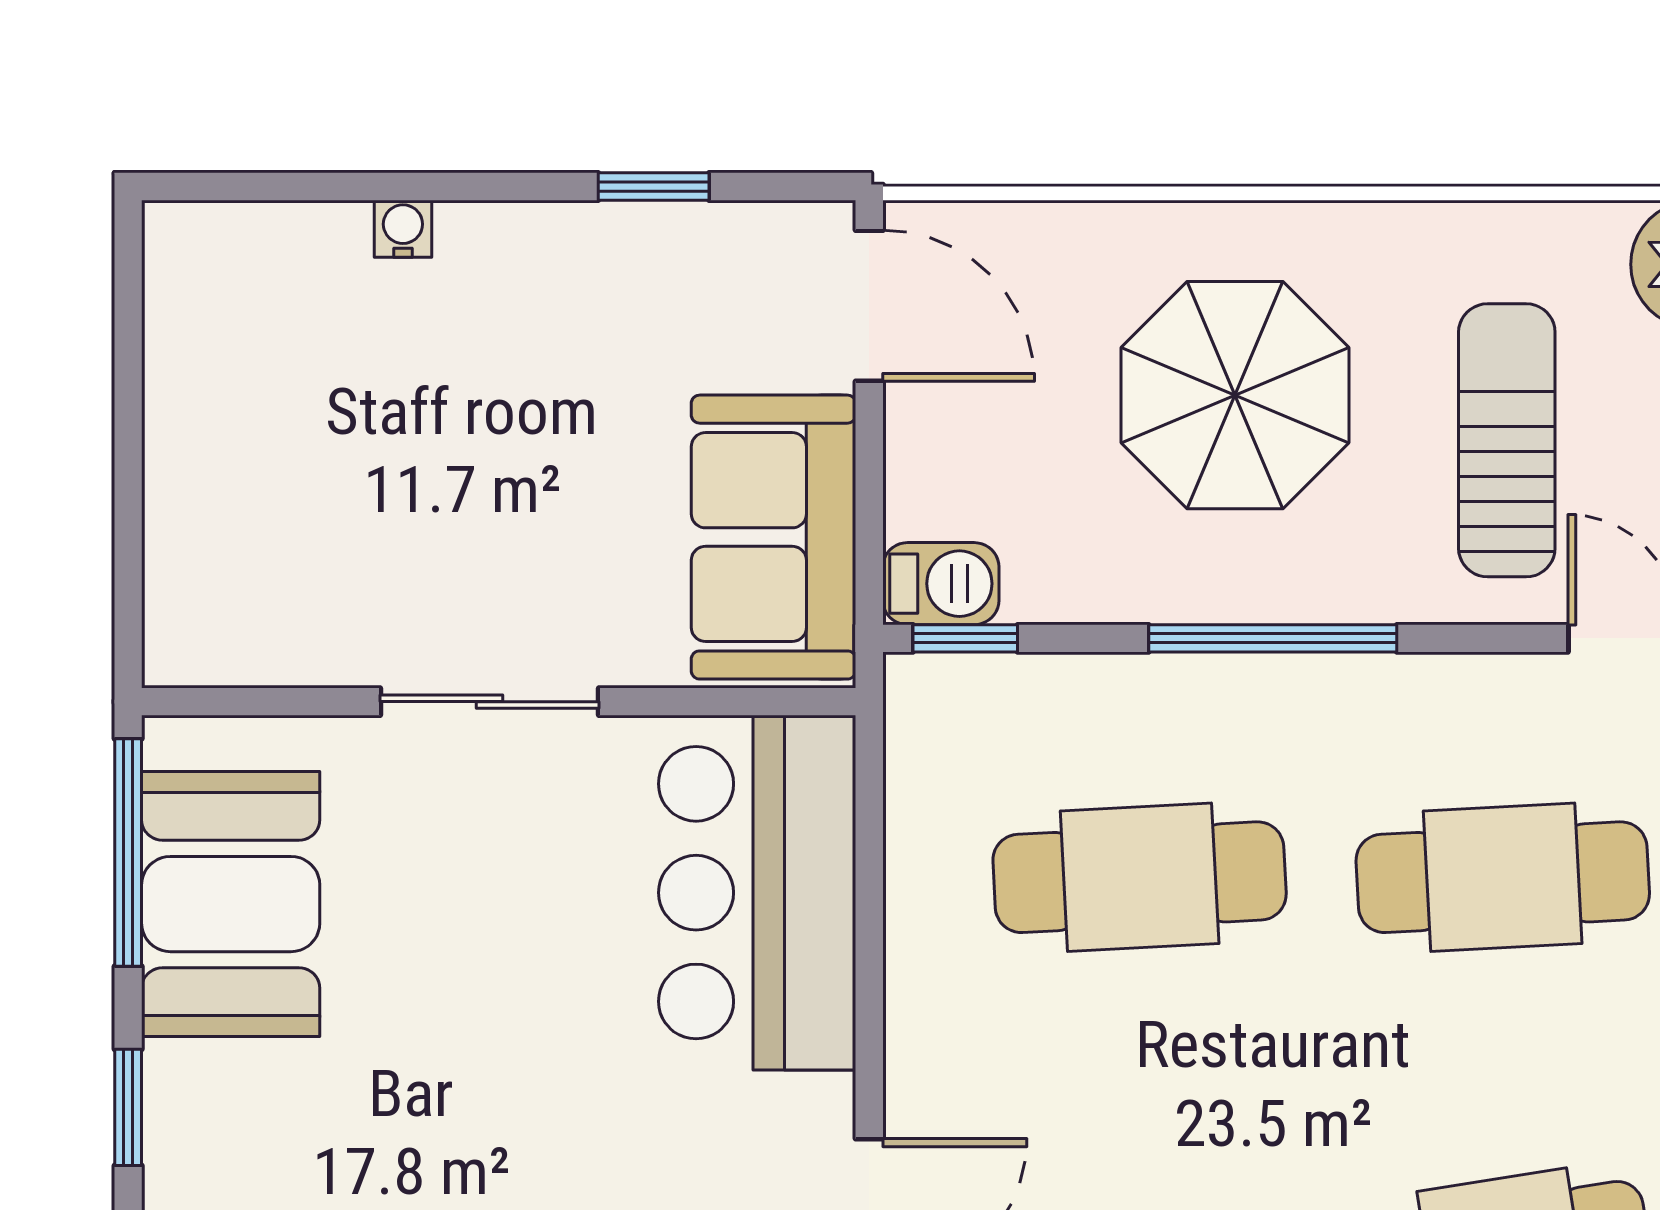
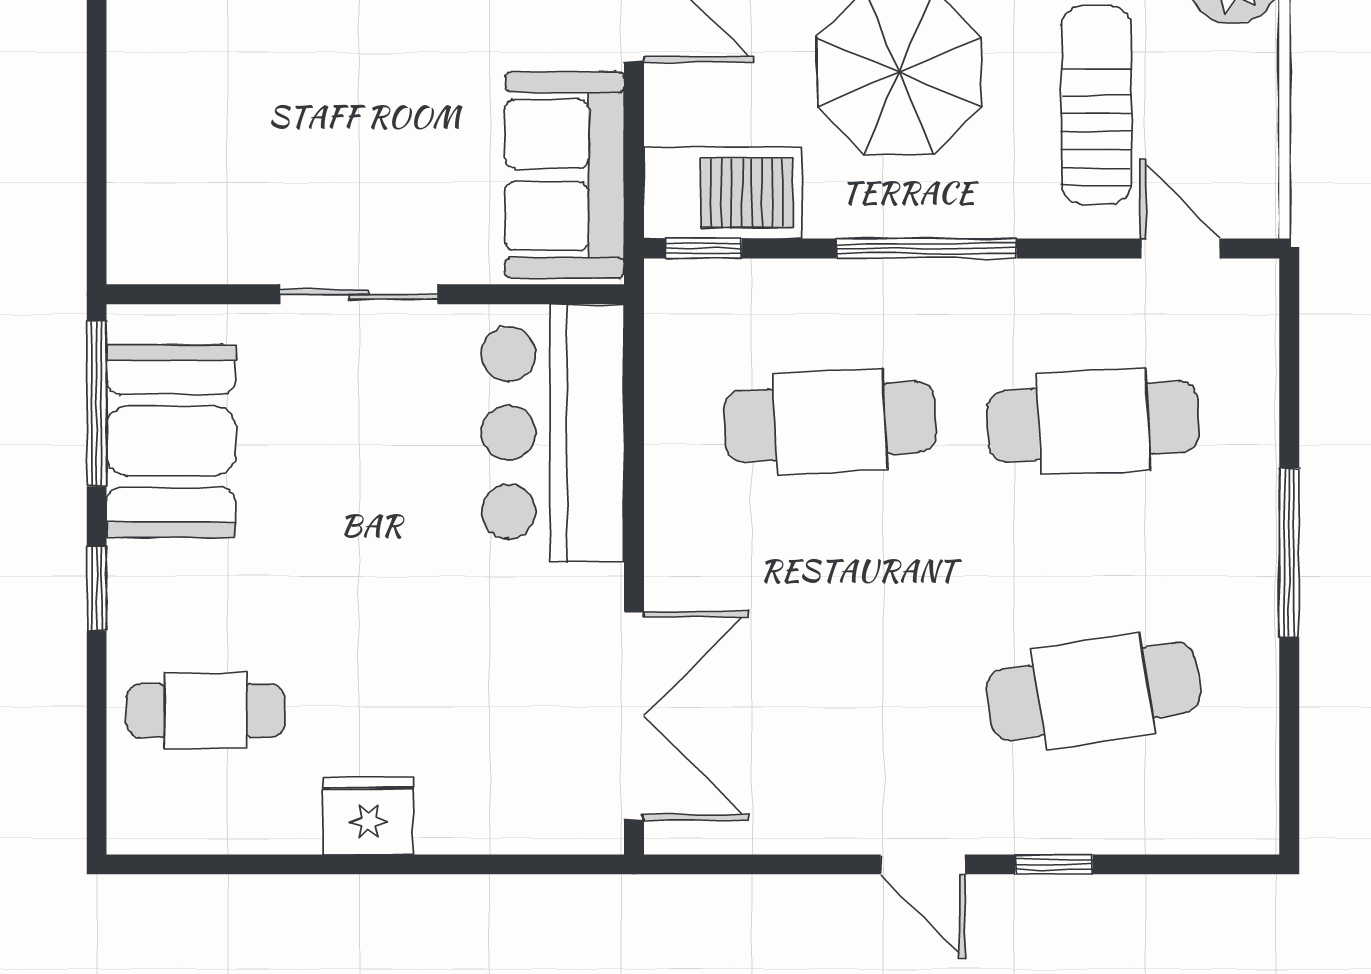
barbecue: (941, 584) -> (723, 193), width x1.88, depth x1.53

